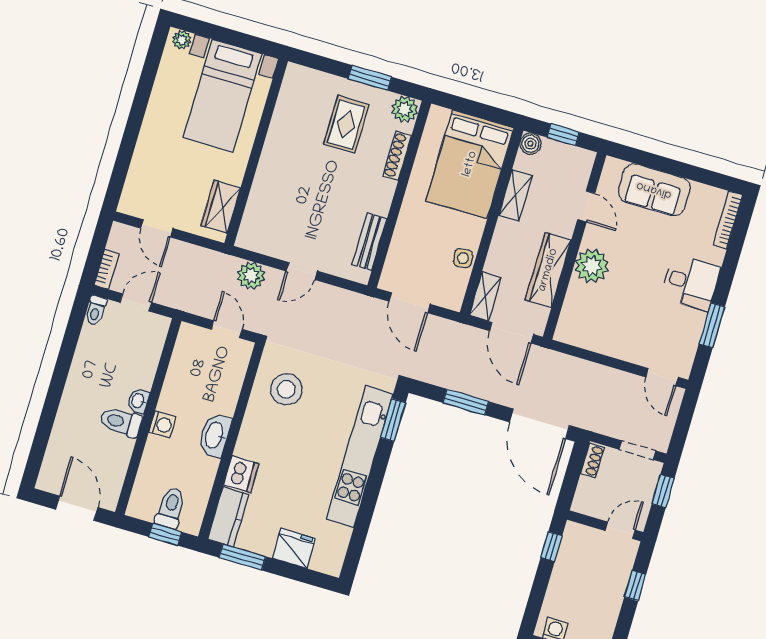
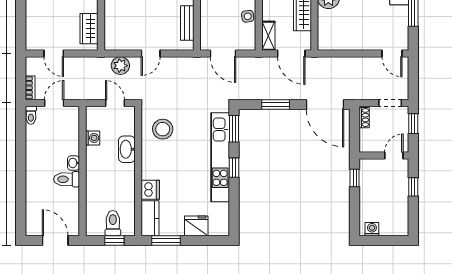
washing machine: (162, 425) -> (93, 138), moved
washbasin: (215, 435) -> (127, 149), moved
window: (376, 478) -> (234, 168), added

